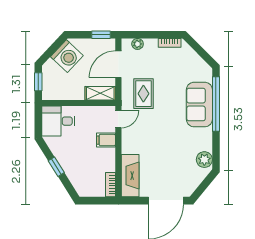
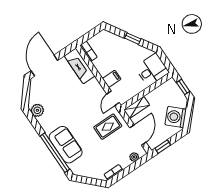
rug: (143, 94) -> (108, 127), turned 90

